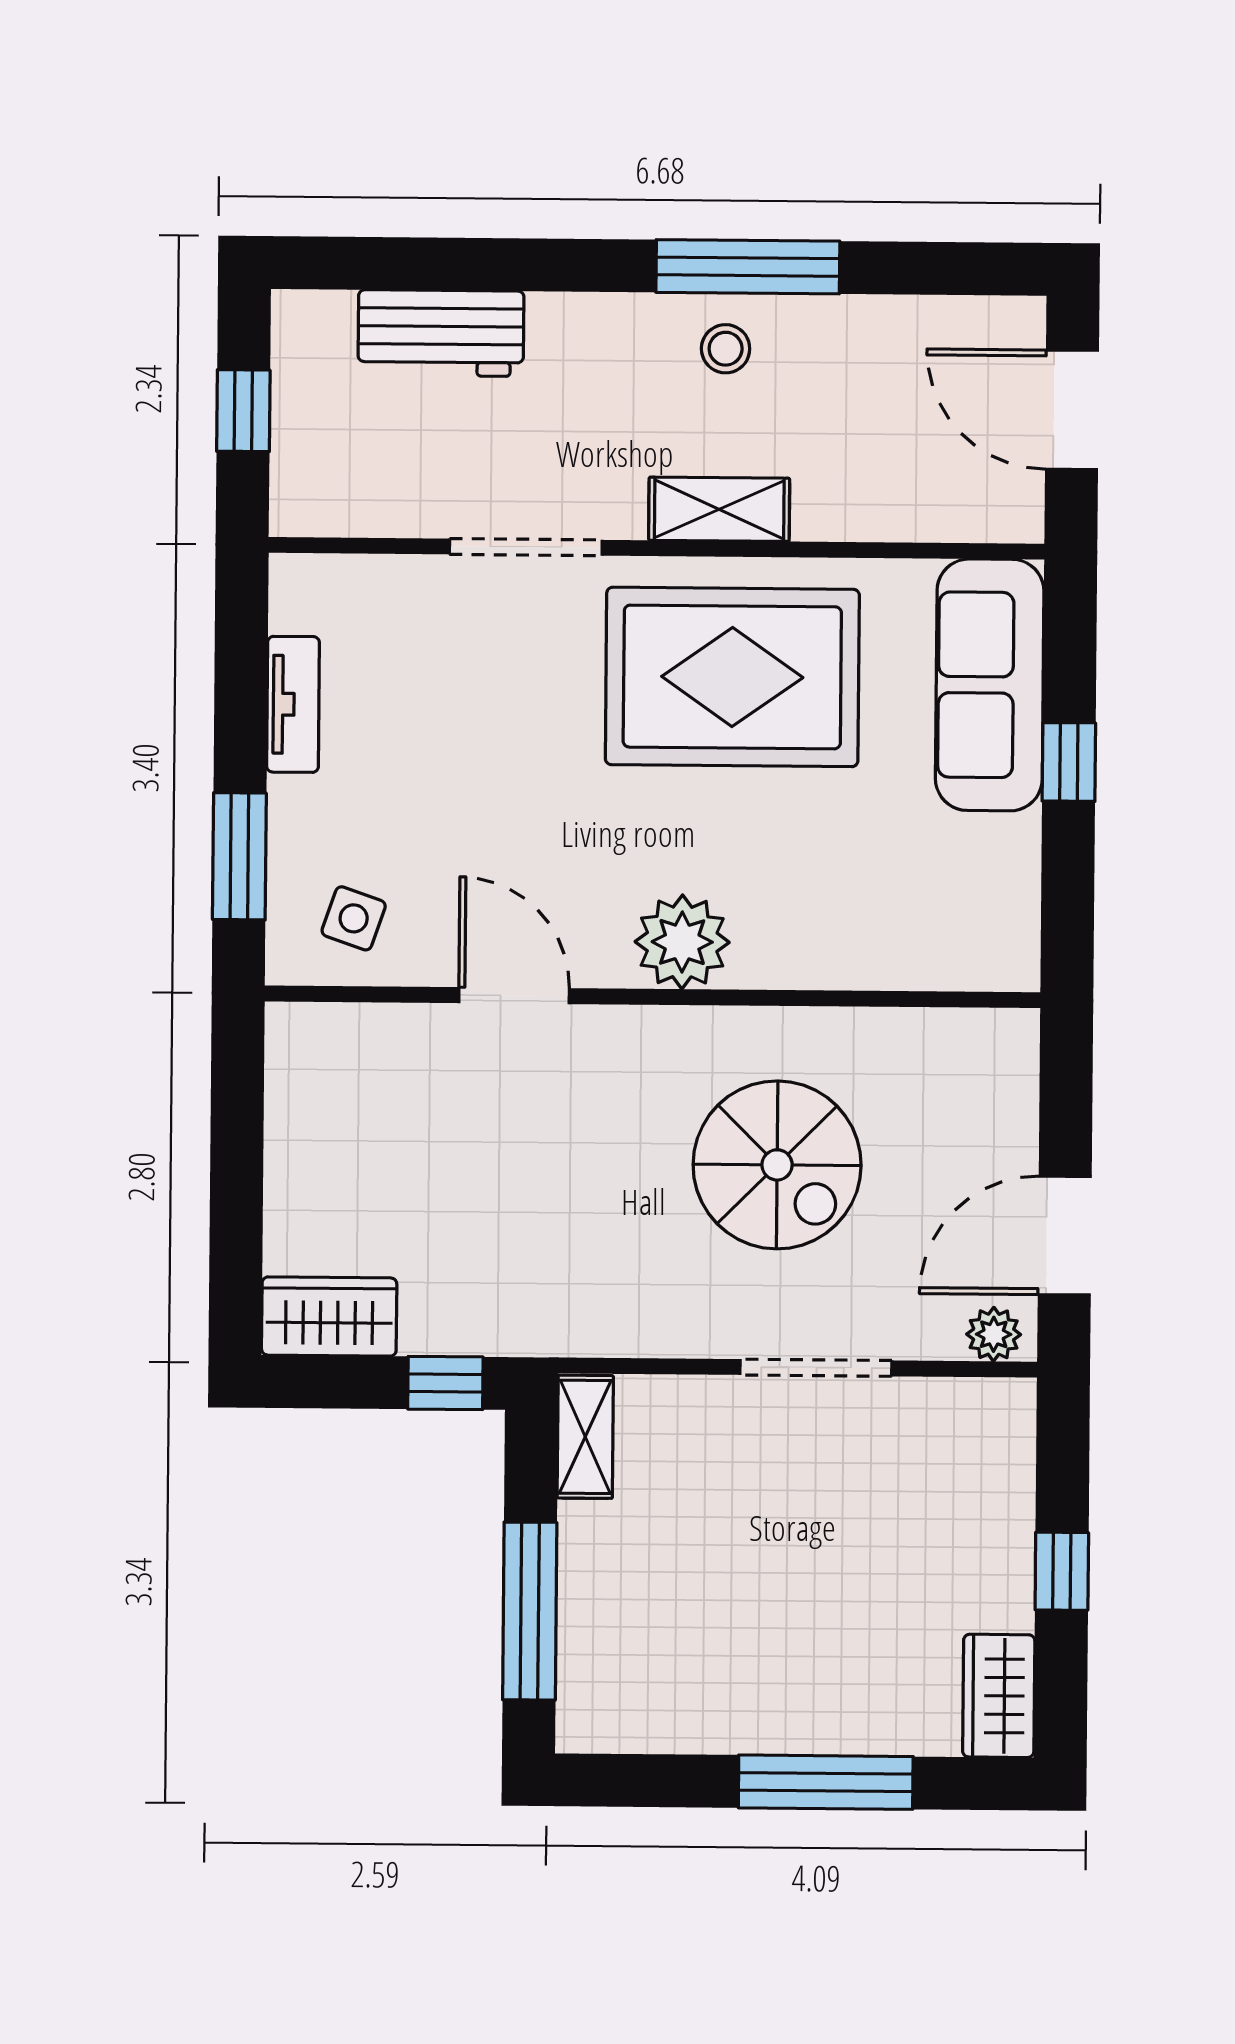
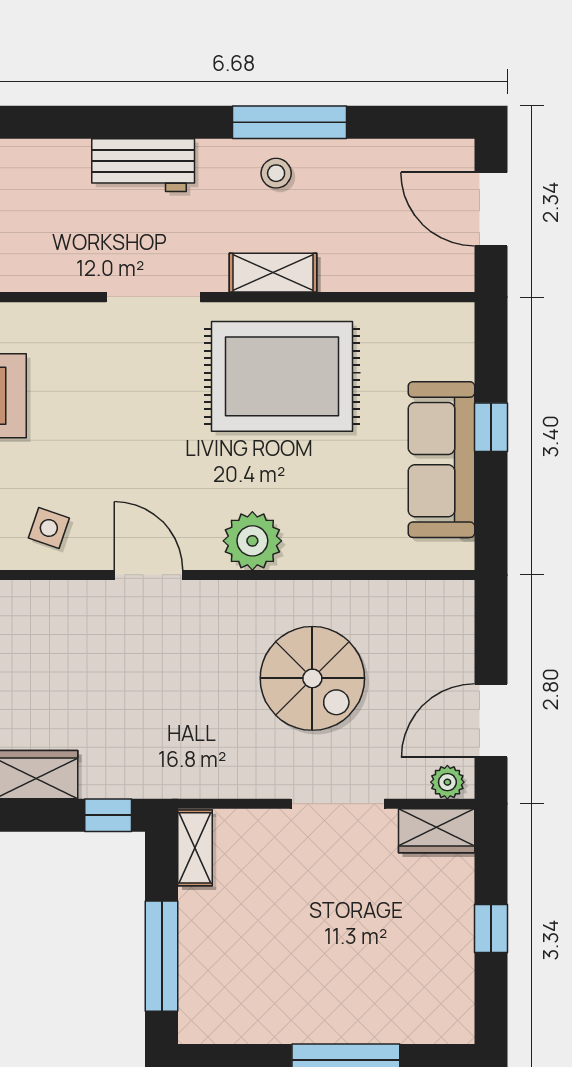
workbench: (441, 333) -> (143, 165), moved
sofa: (990, 685) -> (441, 460), moved
wardrobe: (999, 1696) -> (437, 831), moved, turned -90

